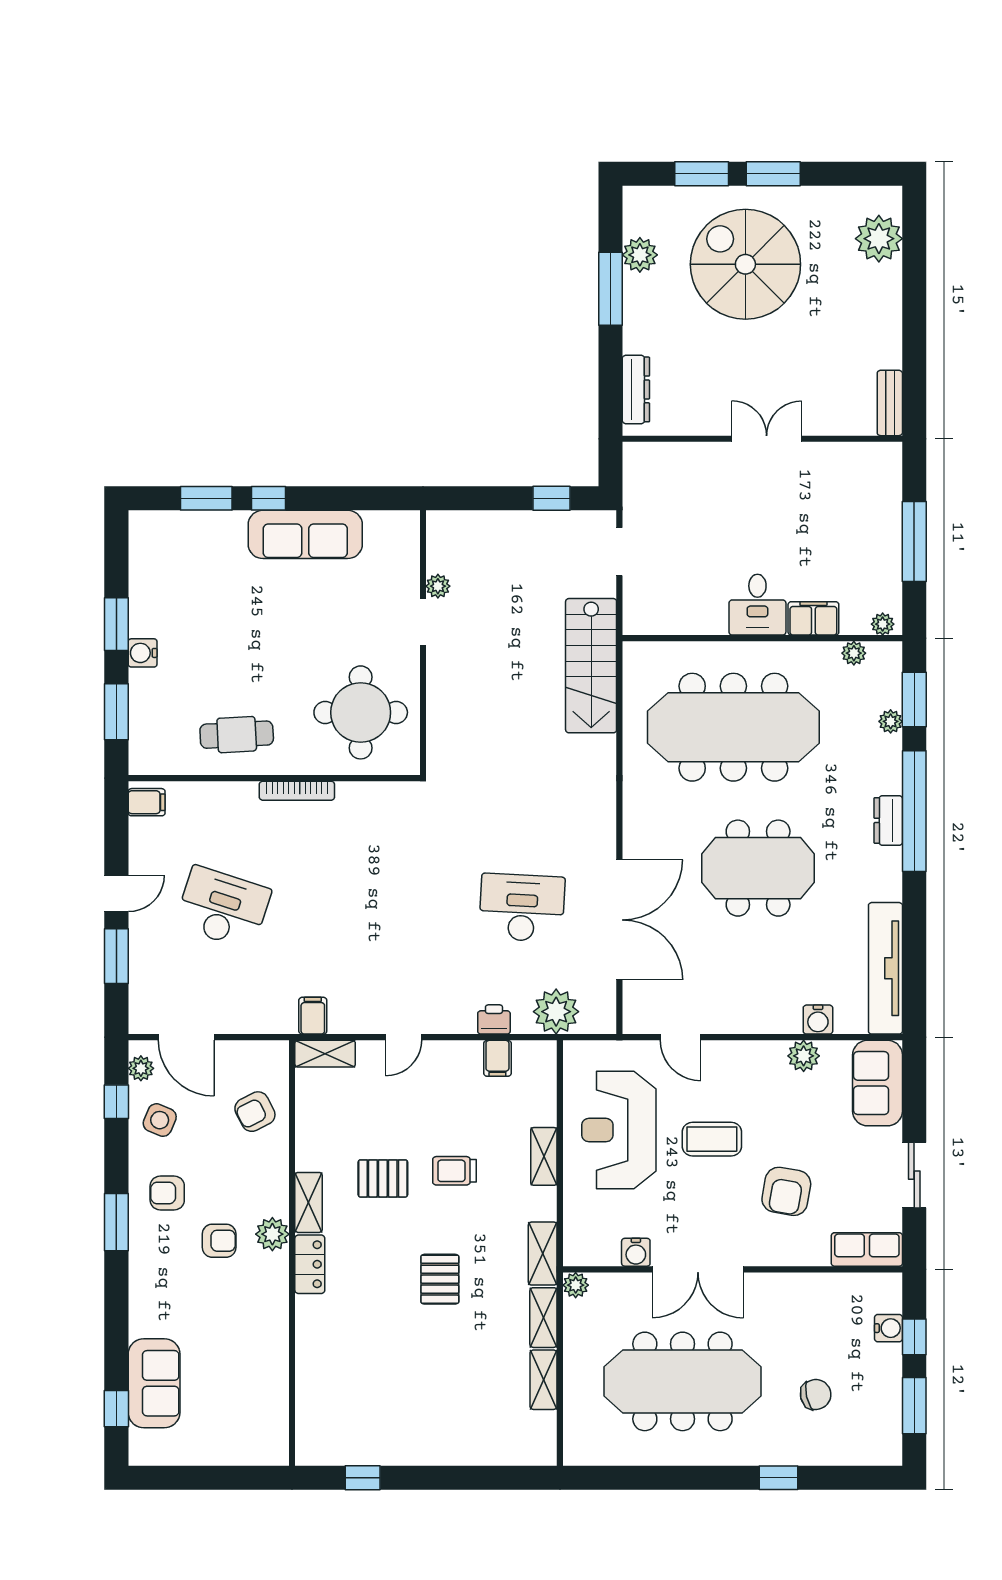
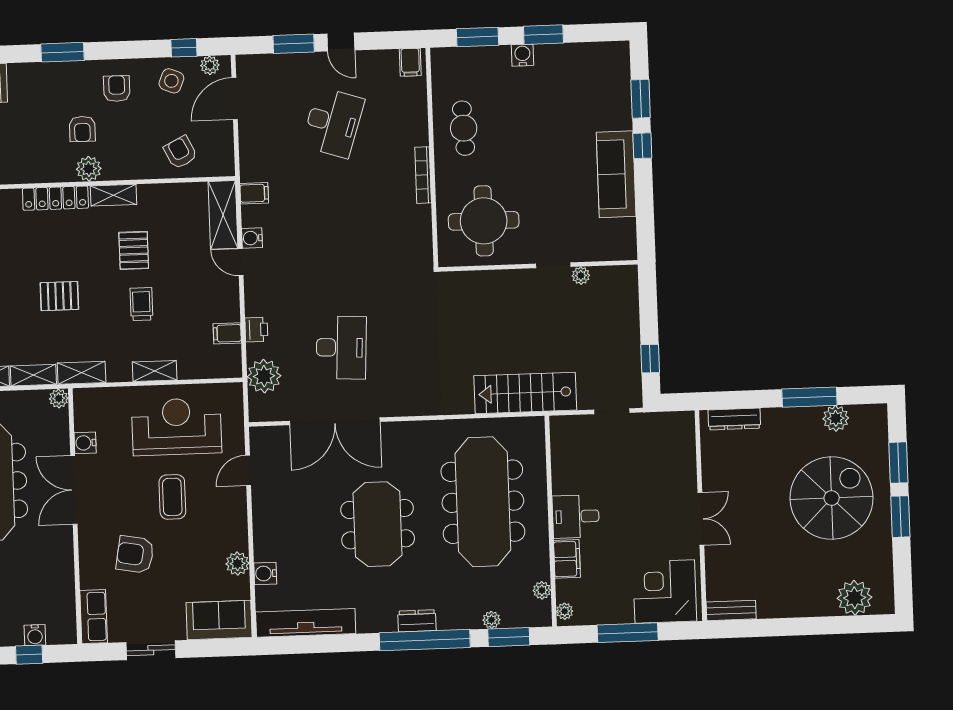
corner desk: (861, 490) -> (665, 591), added
water cooler: (372, 1021) -> (252, 238), added
shelving: (325, 1054) -> (223, 215), width x1.50, depth x1.33
window: (116, 1222) -> (62, 52), moved
locker: (310, 1264) -> (55, 198), width x1.53

